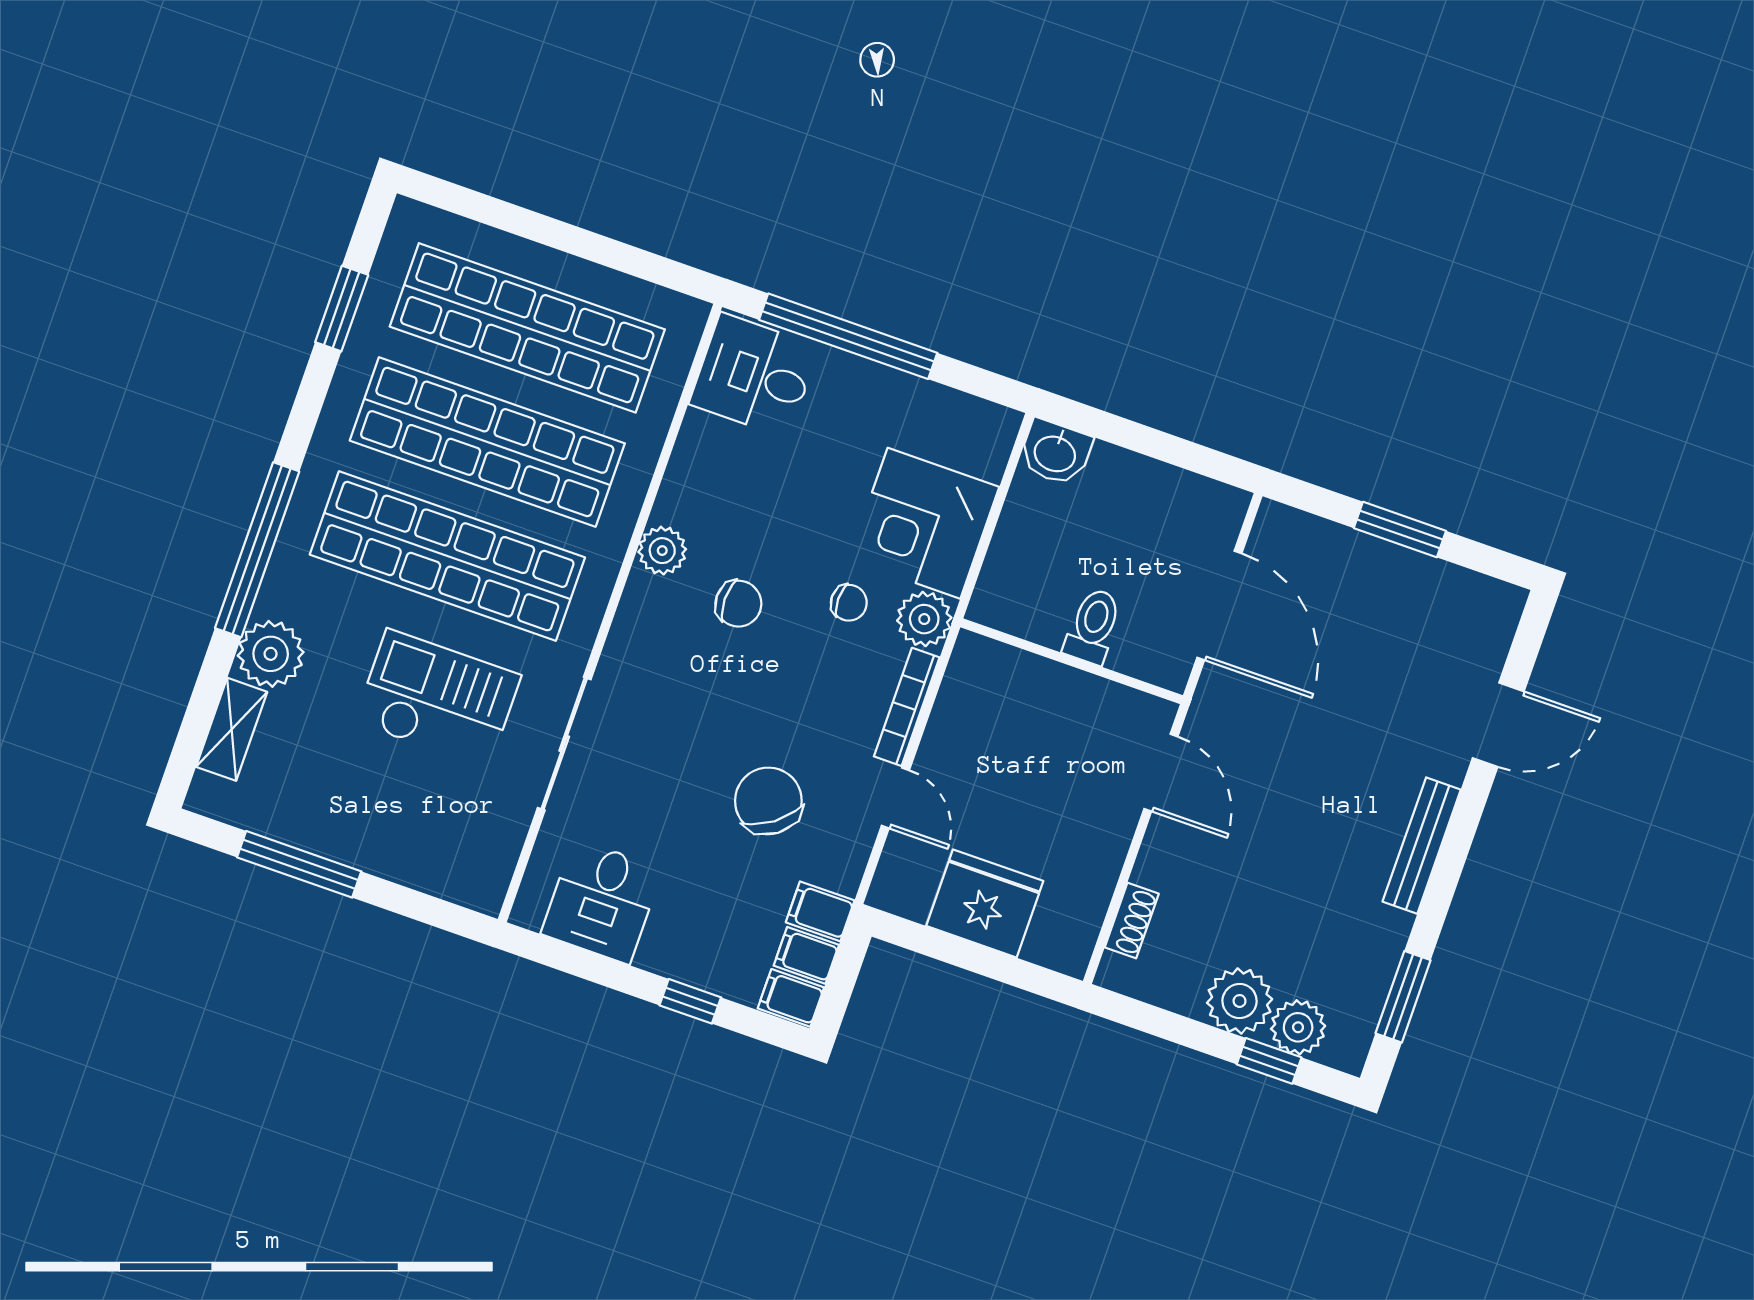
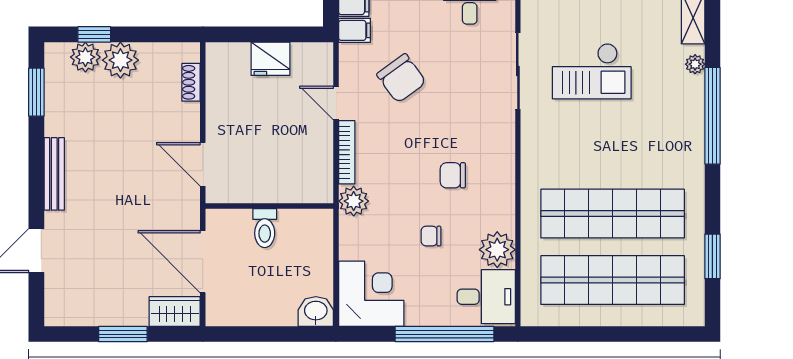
corner desk: (924, 523) -> (371, 294), moved
wardrobe: (1298, 537) -> (175, 312), added
plant: (662, 551) -> (497, 250), moved, width x1.36, depth x1.36
shop shelf: (447, 556) -> (613, 147), removed
chair: (849, 603) -> (431, 236), moved
plant: (271, 654) -> (695, 64), width x0.53, depth x0.53
fridge: (985, 903) -> (270, 59), width x0.73, depth x0.75

